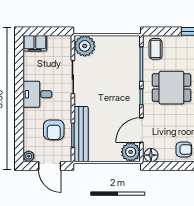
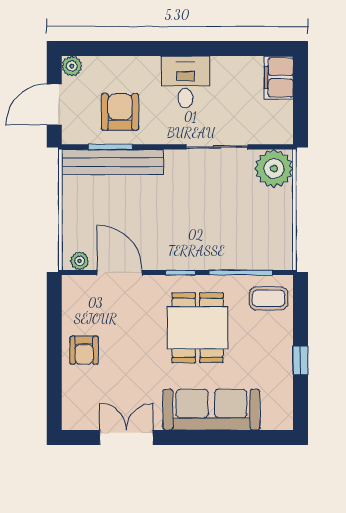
armchair: (54, 130) -> (120, 112), turned 90
plant: (131, 152) -> (80, 261), width x0.53, depth x0.53
floor lamp: (151, 155) -> (74, 290), removed

